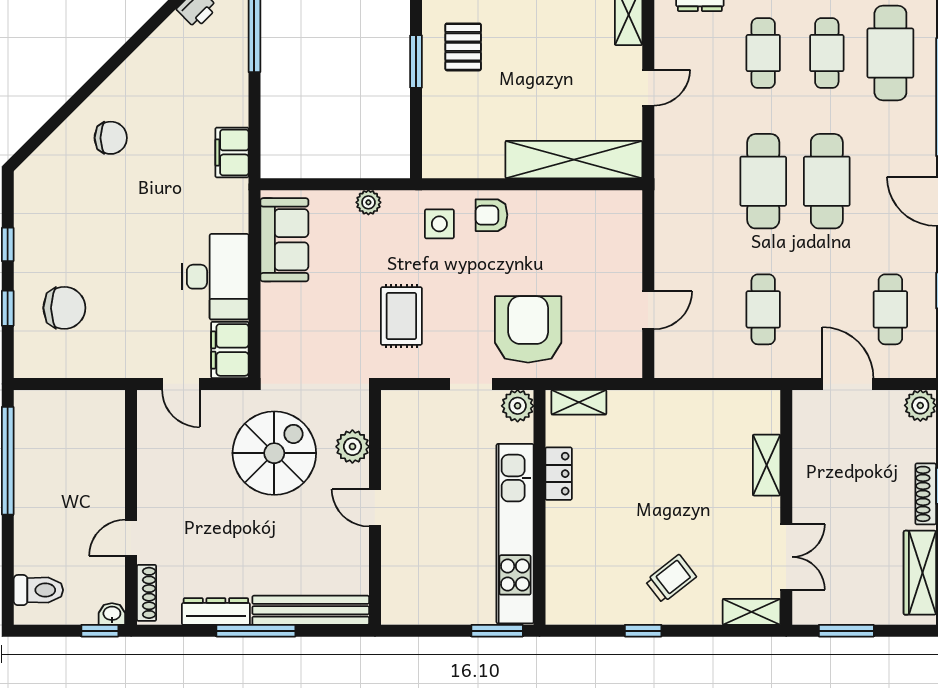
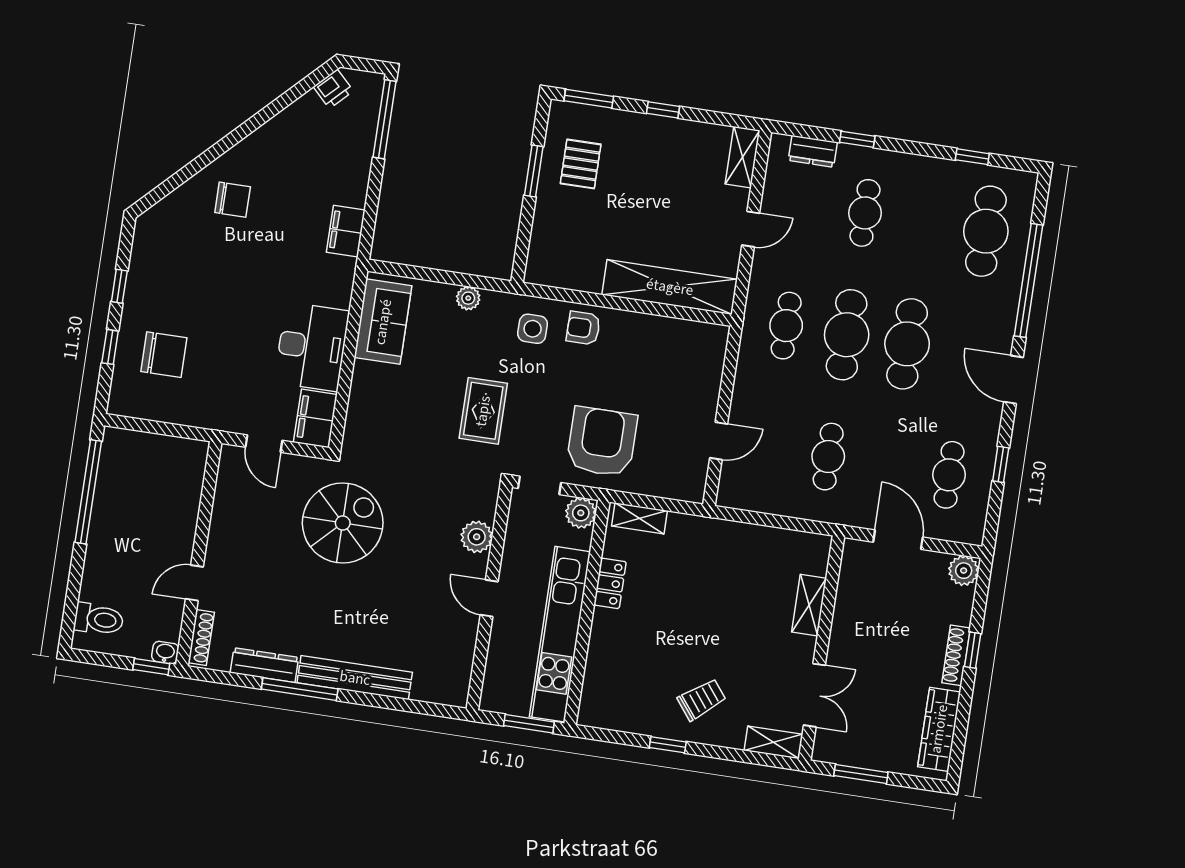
cafe table: (827, 53) -> (786, 326), moved
plant: (352, 447) -> (477, 537), moved
wall: (375, 507) -> (489, 598), moved
door: (375, 508) -> (489, 598), moved

